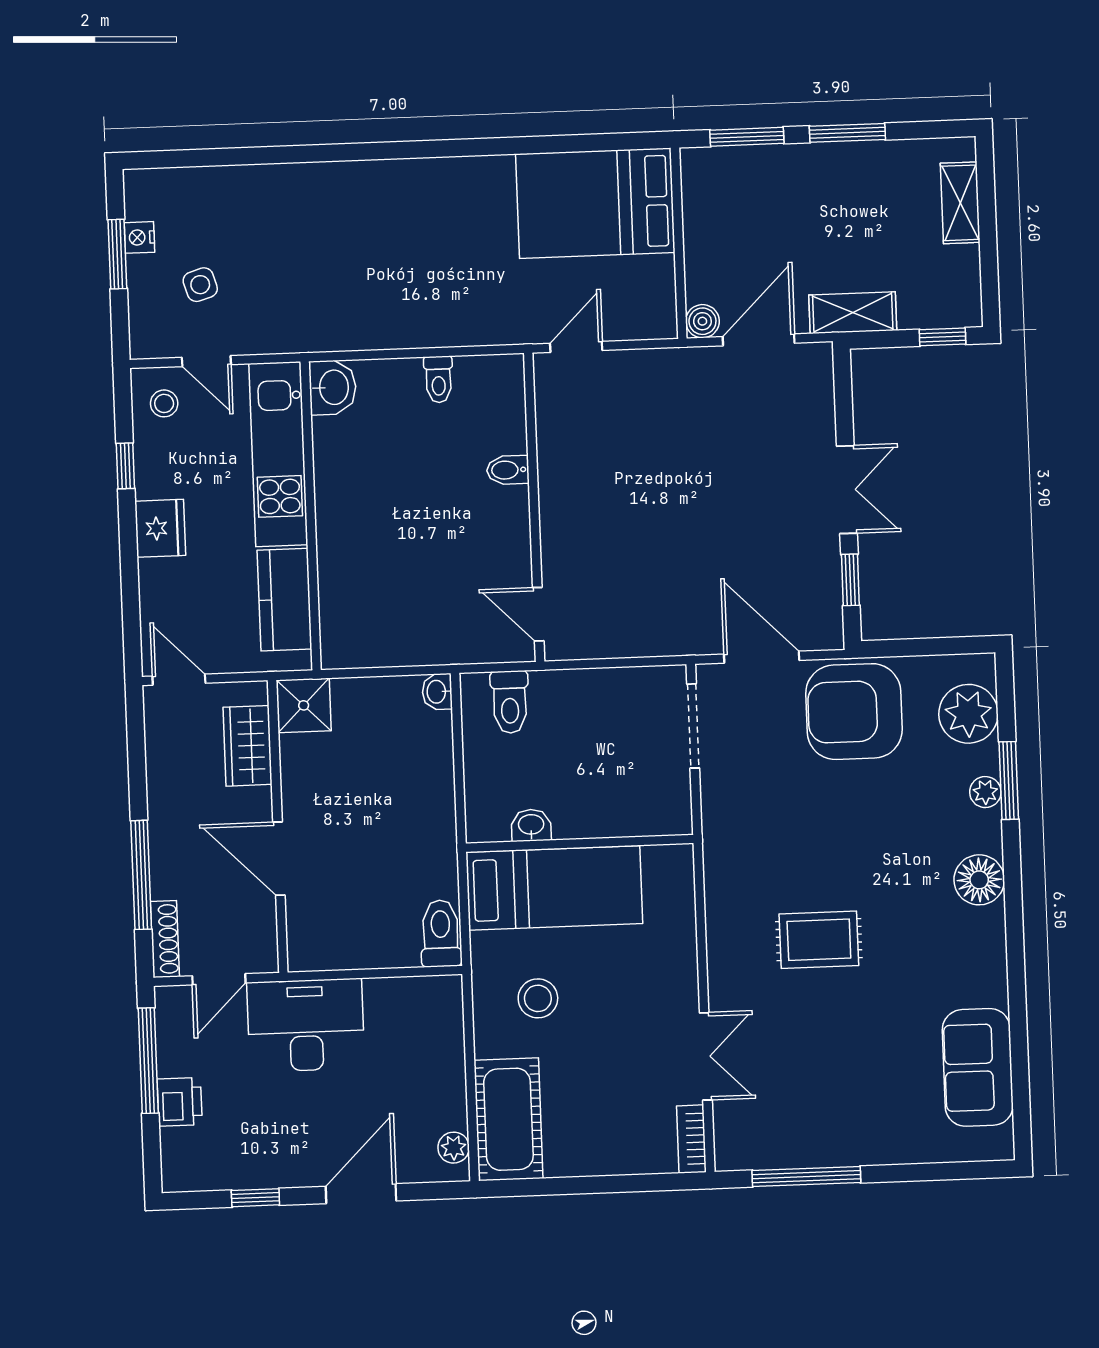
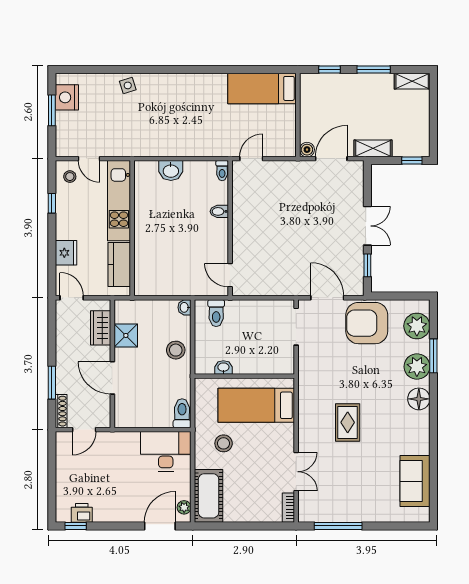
window: (747, 137) -> (330, 70), width x0.67
bed: (595, 203) -> (262, 88), width x0.67
shelving: (960, 203) -> (412, 81), moved, turned 90
nightstand: (139, 237) -> (67, 97), width x1.89, depth x1.79
side table: (200, 285) -> (128, 85), moved
toilet: (438, 379) -> (222, 171), moved
washbasin: (333, 387) -> (171, 171), moved, turned 90
fridge: (160, 528) -> (66, 253), moved
shower: (304, 705) -> (126, 335), moved
stool: (421, 790) -> (176, 350), added
plant: (985, 792) -> (417, 367), width x1.88, depth x1.88
window: (141, 875) -> (52, 383), width x0.69
bed: (554, 888) -> (256, 405), moved, turned 180
rug: (819, 940) -> (348, 422), turned 90
desk: (306, 1025) -> (166, 451), moved
window: (148, 1061) -> (52, 464), removed
printer: (180, 1102) -> (82, 513), moved, turned -90
door: (361, 1194) -> (160, 526), moved
window: (255, 1198) -> (76, 526), moved

